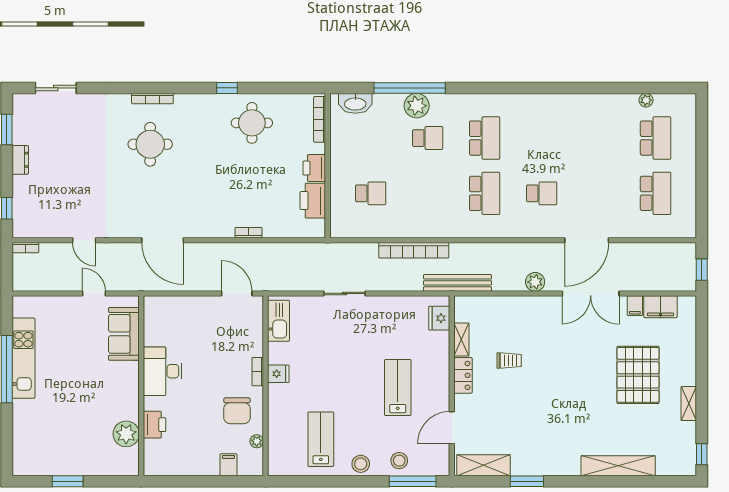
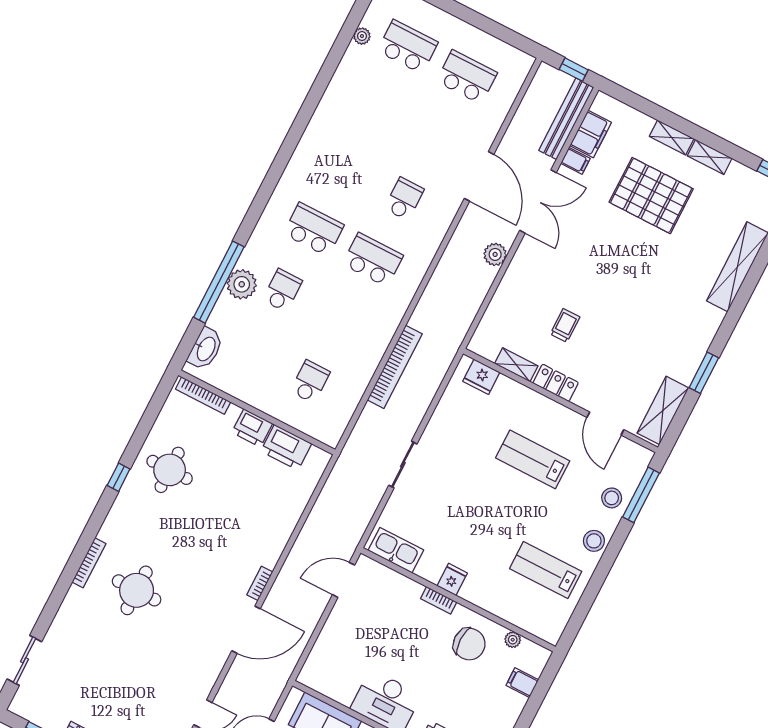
bookcase: (249, 233) -> (260, 583), moved
bench: (458, 283) -> (566, 119), moved
shelving: (689, 368) -> (672, 137), added

